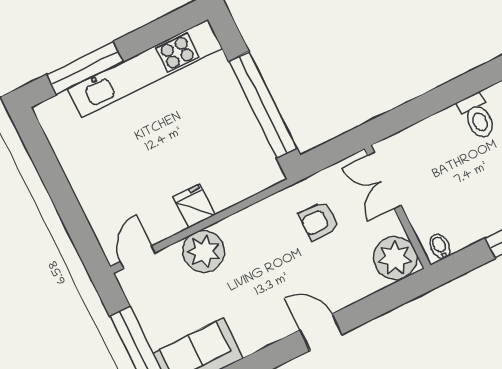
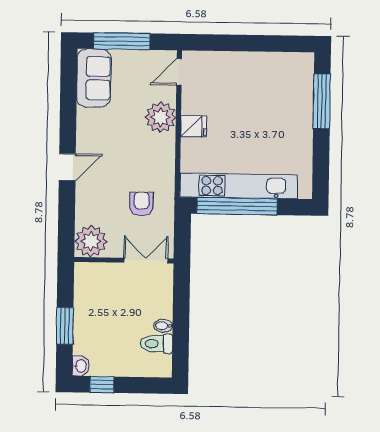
kitchen unit: (145, 69) -> (239, 186), moved, turned 90
bidet: (440, 246) -> (163, 326), moved, turned 180
door: (138, 257) -> (179, 72), swing flipped

